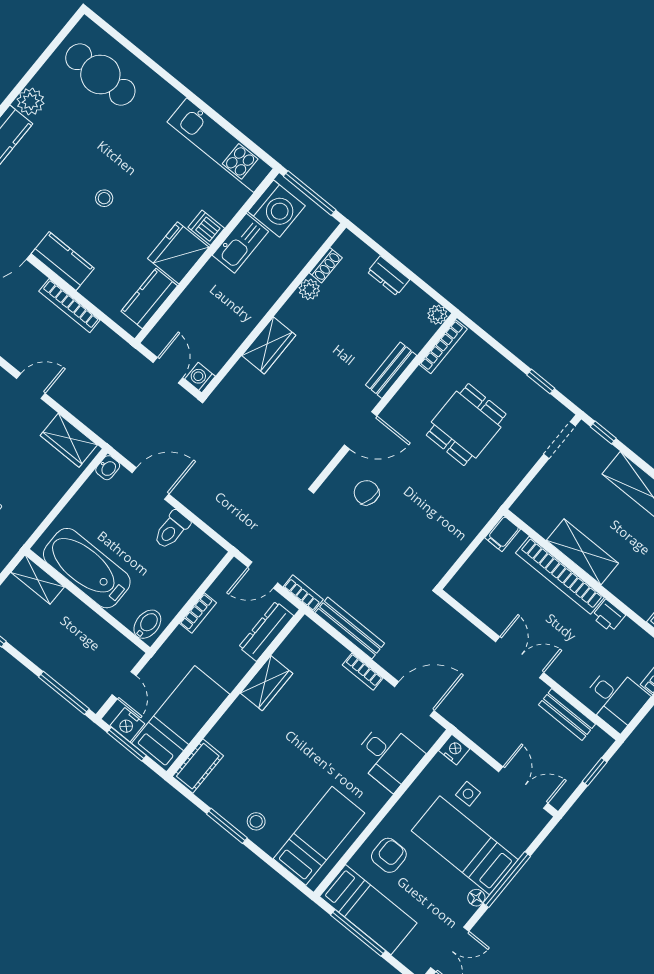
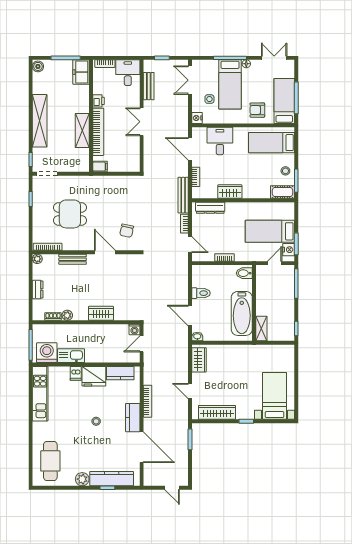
dresser: (266, 631) -> (210, 208), moved
wardrobe: (266, 683) -> (230, 192), moved
wall: (236, 693) -> (243, 200), moved
cot: (198, 766) -> (282, 192), moved

